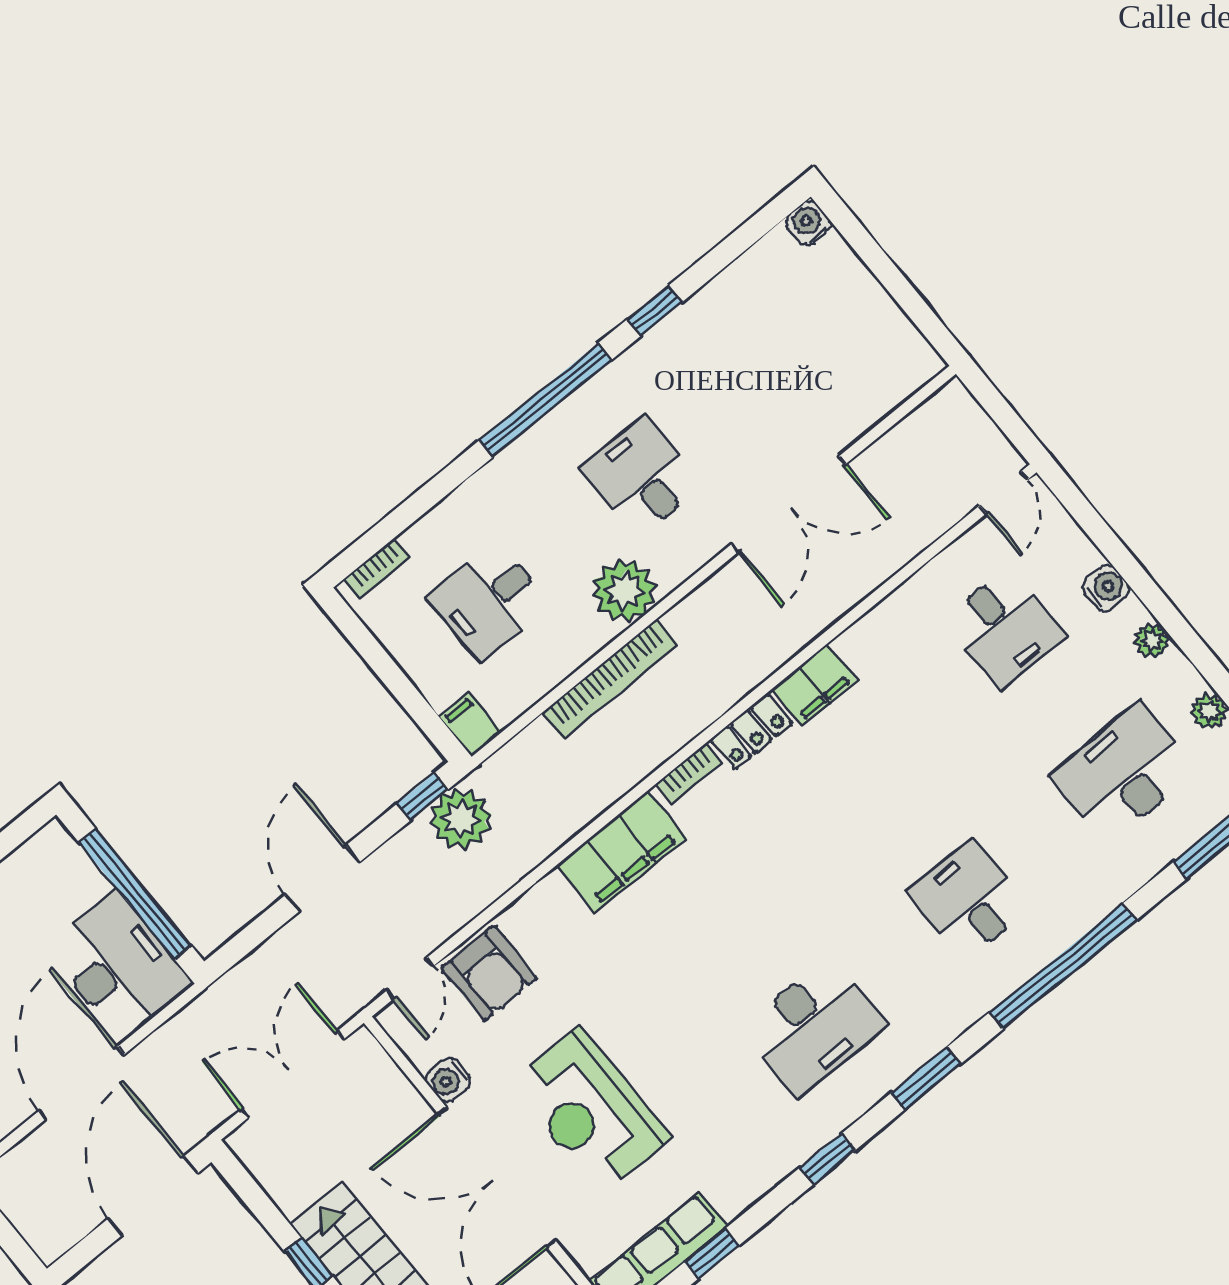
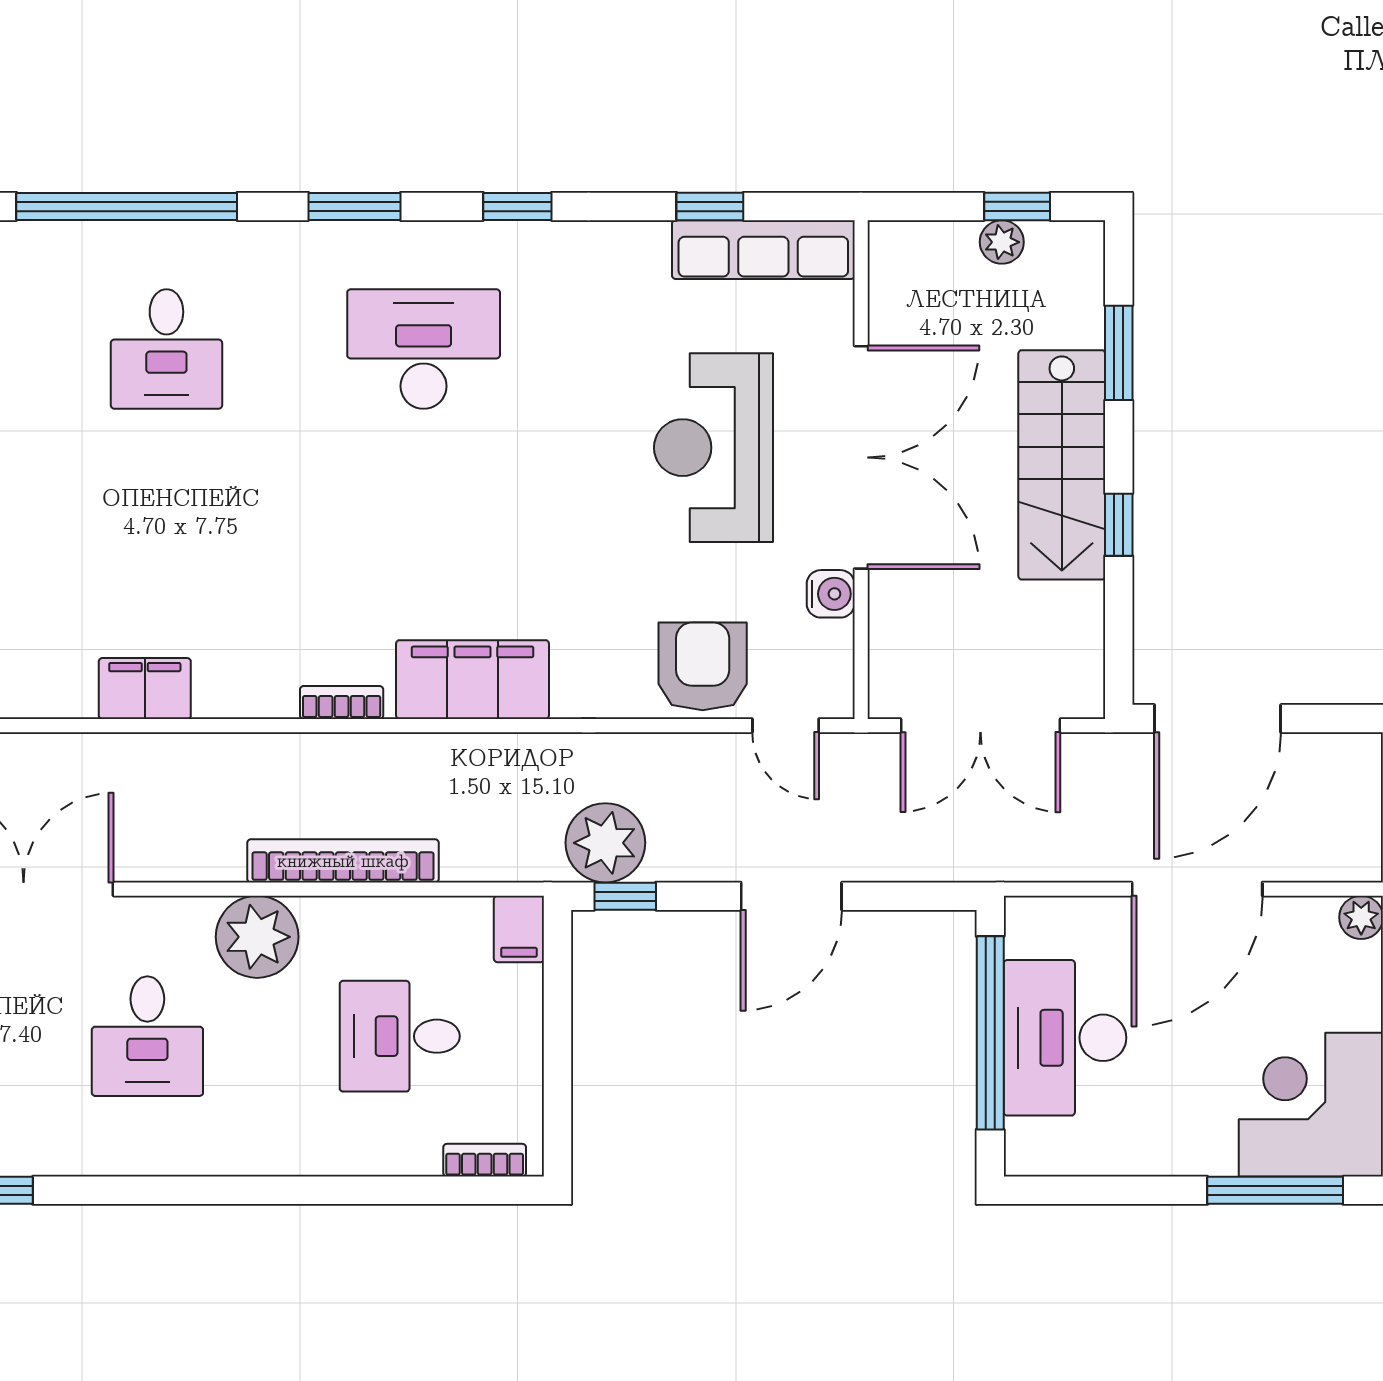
window: (545, 400) -> (181, 1190), removed
desk: (489, 601) -> (400, 1036), turned 180
locker: (751, 731) -> (245, 694), removed
desk: (118, 965) -> (1065, 1038), moved
door: (410, 978) -> (786, 726), swing flipped
reception desk: (590, 1110) -> (714, 448), turned 180

